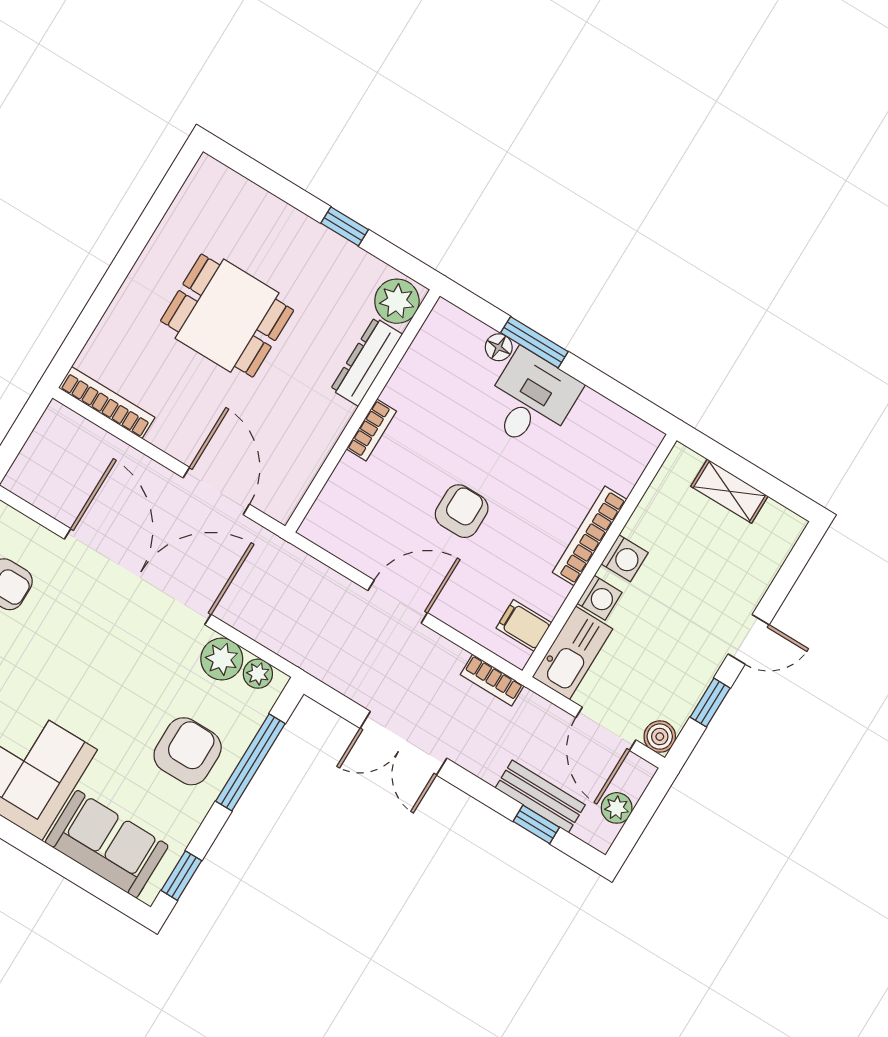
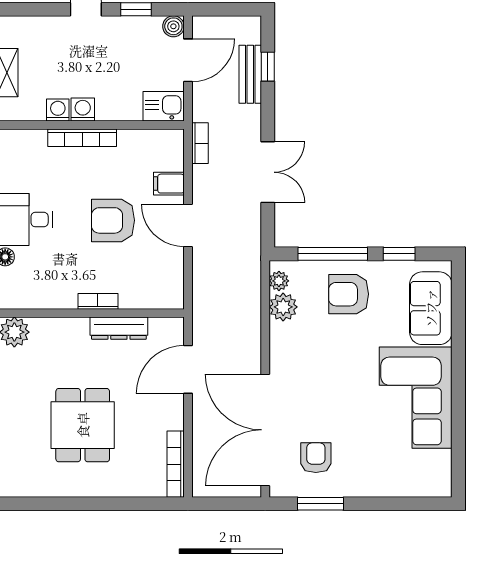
dresser: (366, 362) -> (119, 328), moved
armchair: (462, 511) -> (113, 220), width x1.38, depth x1.38
double door: (138, 577) -> (265, 430), moved
washing machine: (600, 598) -> (58, 110), moved
filing cabinet: (524, 625) -> (169, 184), moved, turned 90
kitchen sink: (572, 653) -> (164, 106), width x0.73
plant: (617, 808) -> (230, 26), removed
window: (181, 876) -> (399, 254), moved

